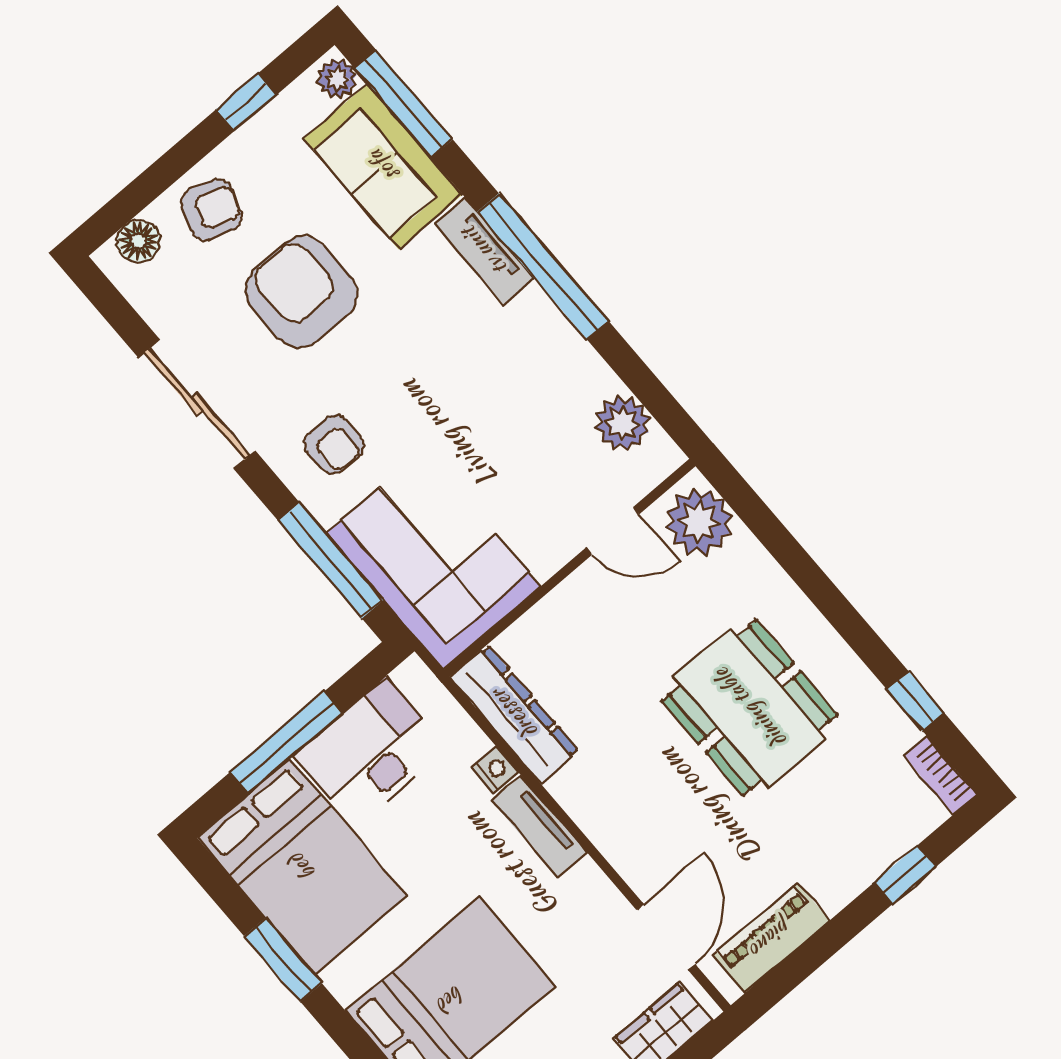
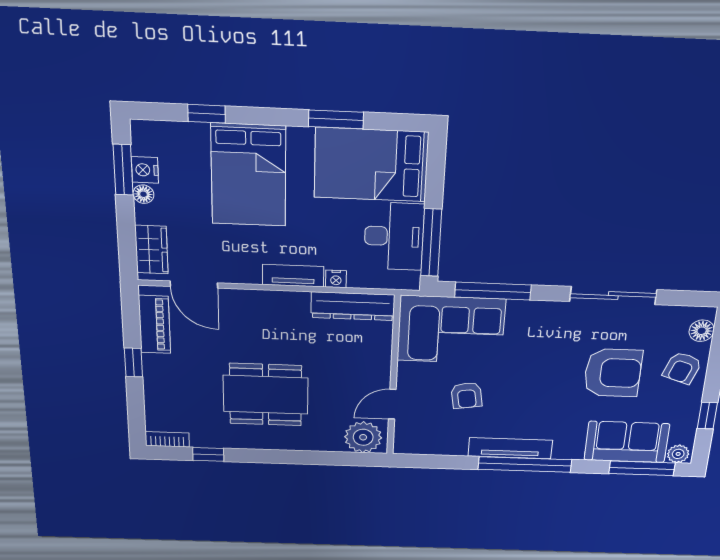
tv unit: (484, 251) -> (510, 448), moved, width x1.41
plant: (623, 423) -> (432, 442), removed
armchair: (334, 444) -> (466, 395), moved, turned -99
window: (286, 742) -> (431, 243), moved
window: (905, 875) -> (133, 362), moved

